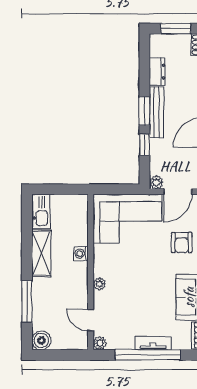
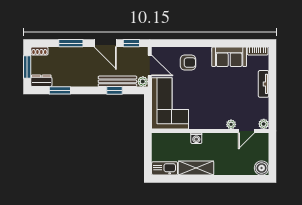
dresser: (157, 72) -> (41, 81), moved
window: (144, 111) -> (60, 90), moved
bench: (157, 112) -> (117, 81), moved
plant: (99, 284) -> (231, 124), moved
window: (27, 301) -> (232, 179), removed
window: (148, 355) -> (272, 88), removed

